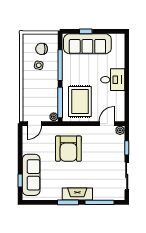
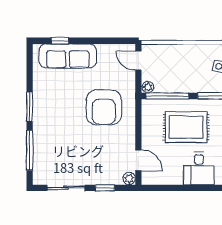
rug: (80, 102) -> (186, 127), moved
armchair: (68, 149) -> (104, 107), turned -90
fireplace: (77, 194) -> (41, 120), removed

